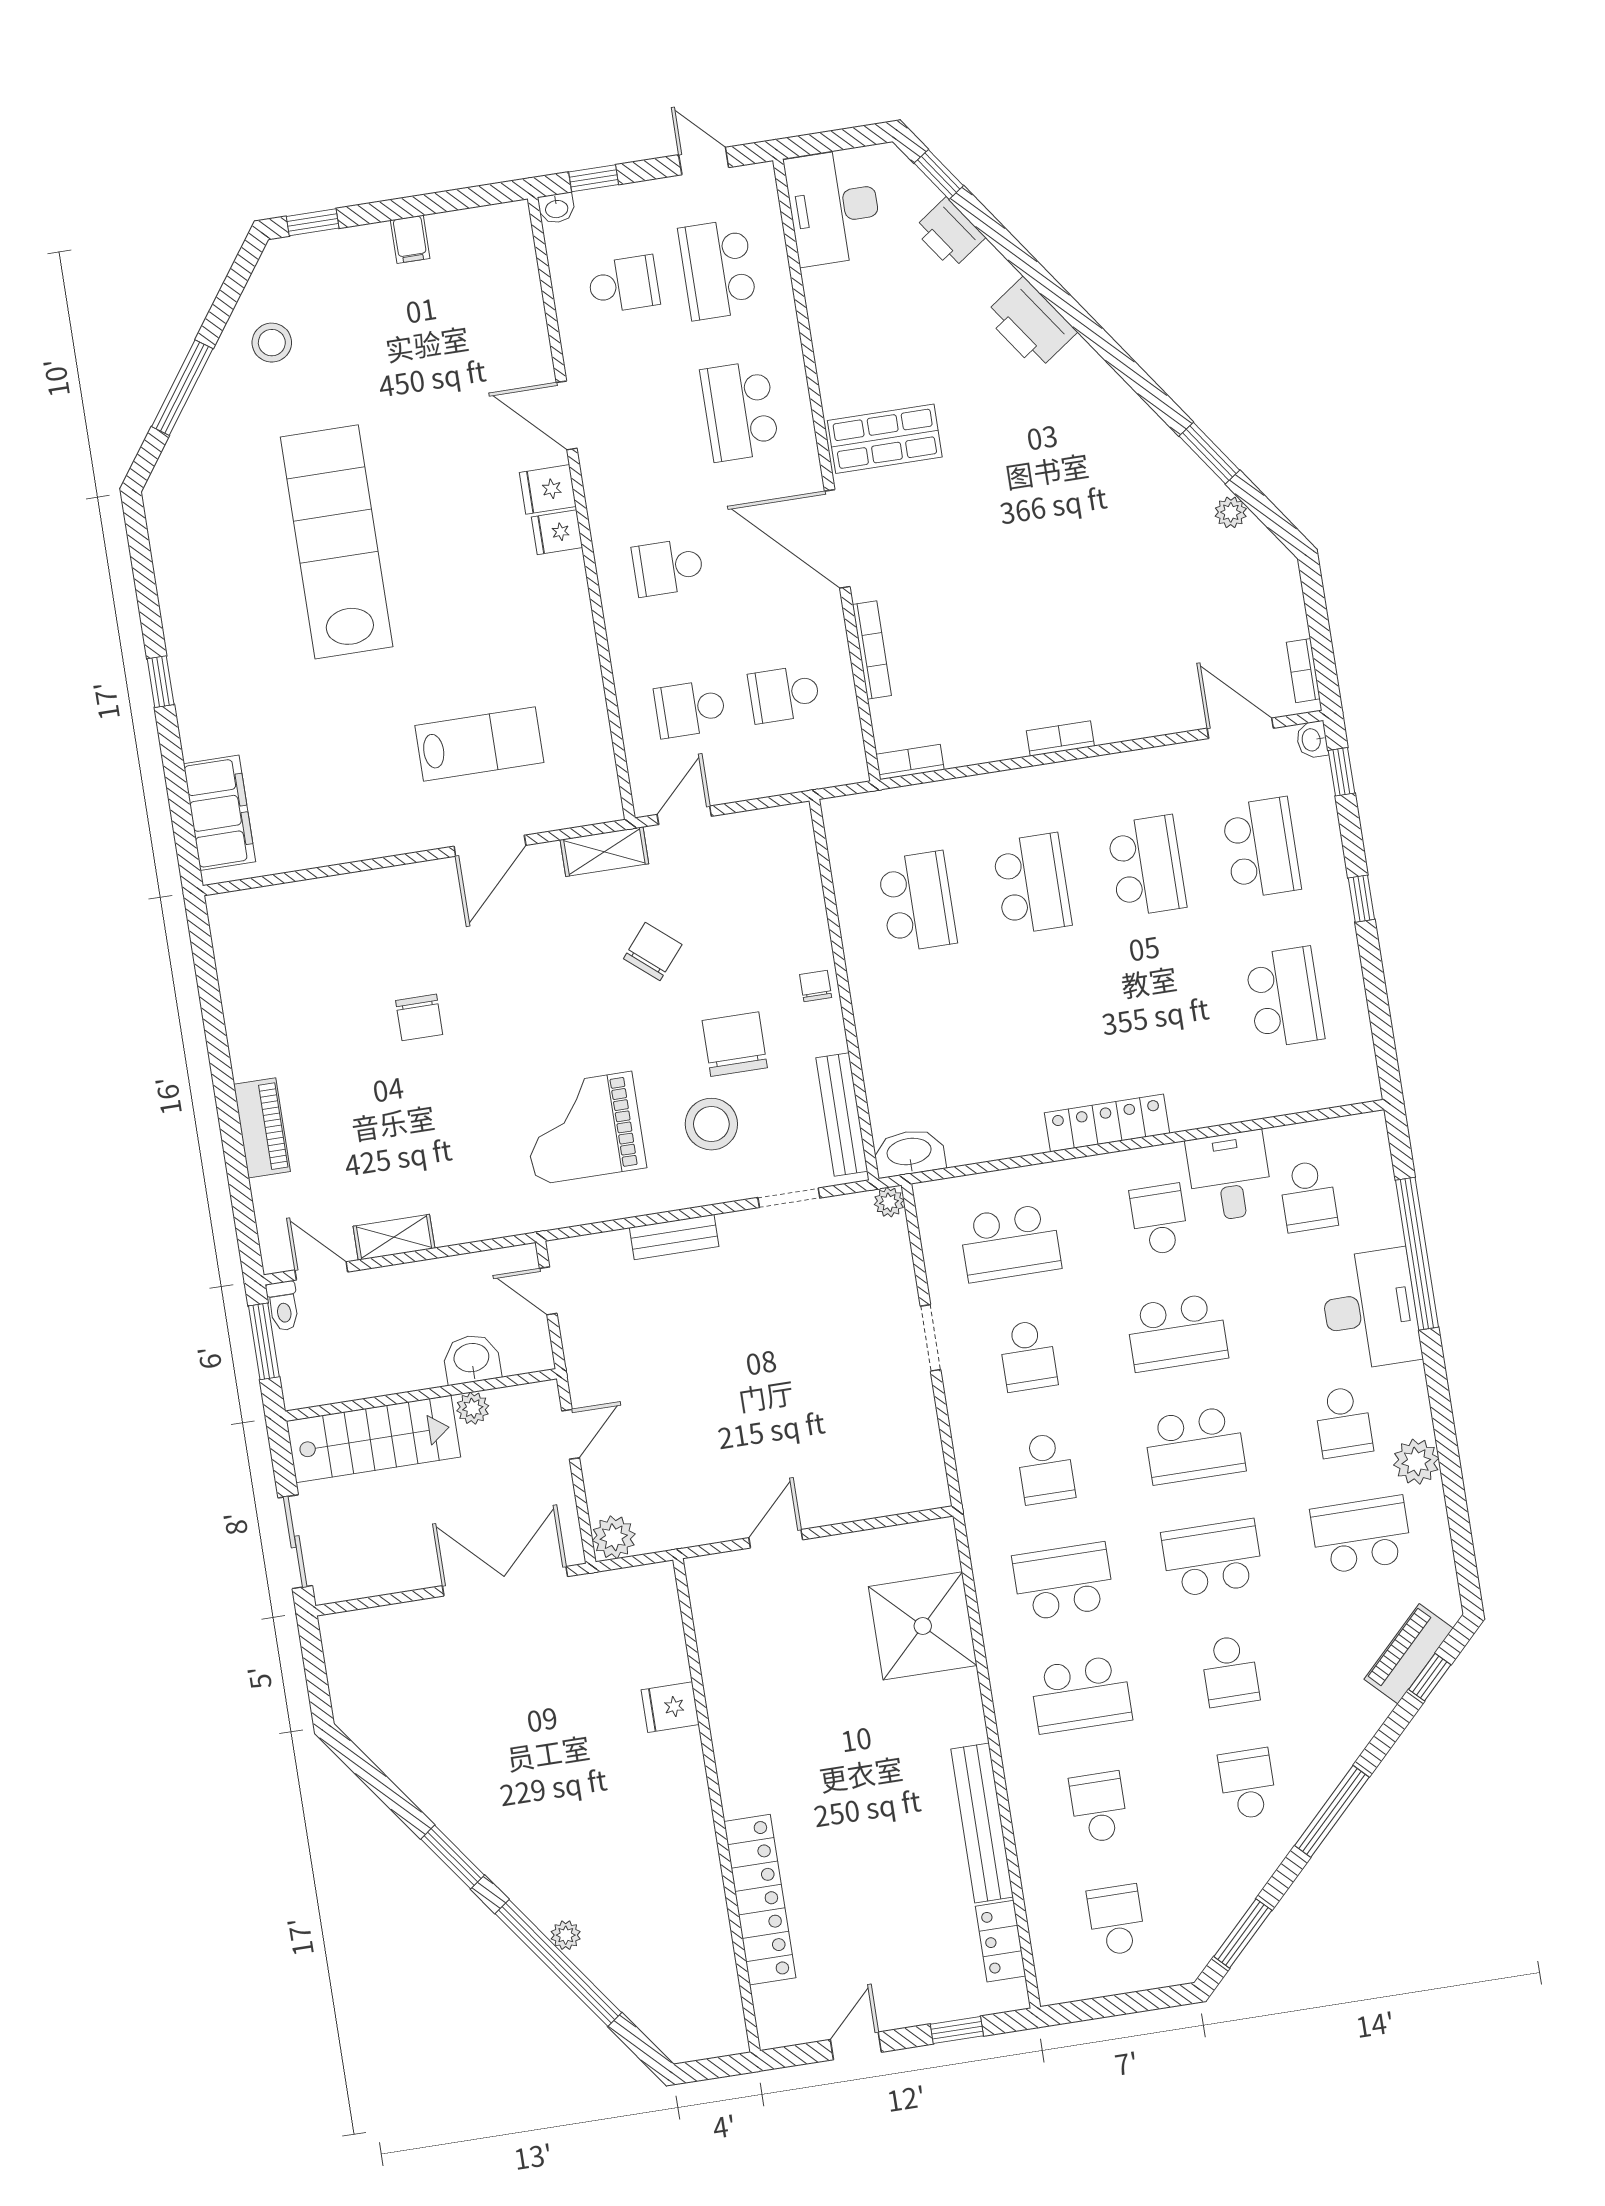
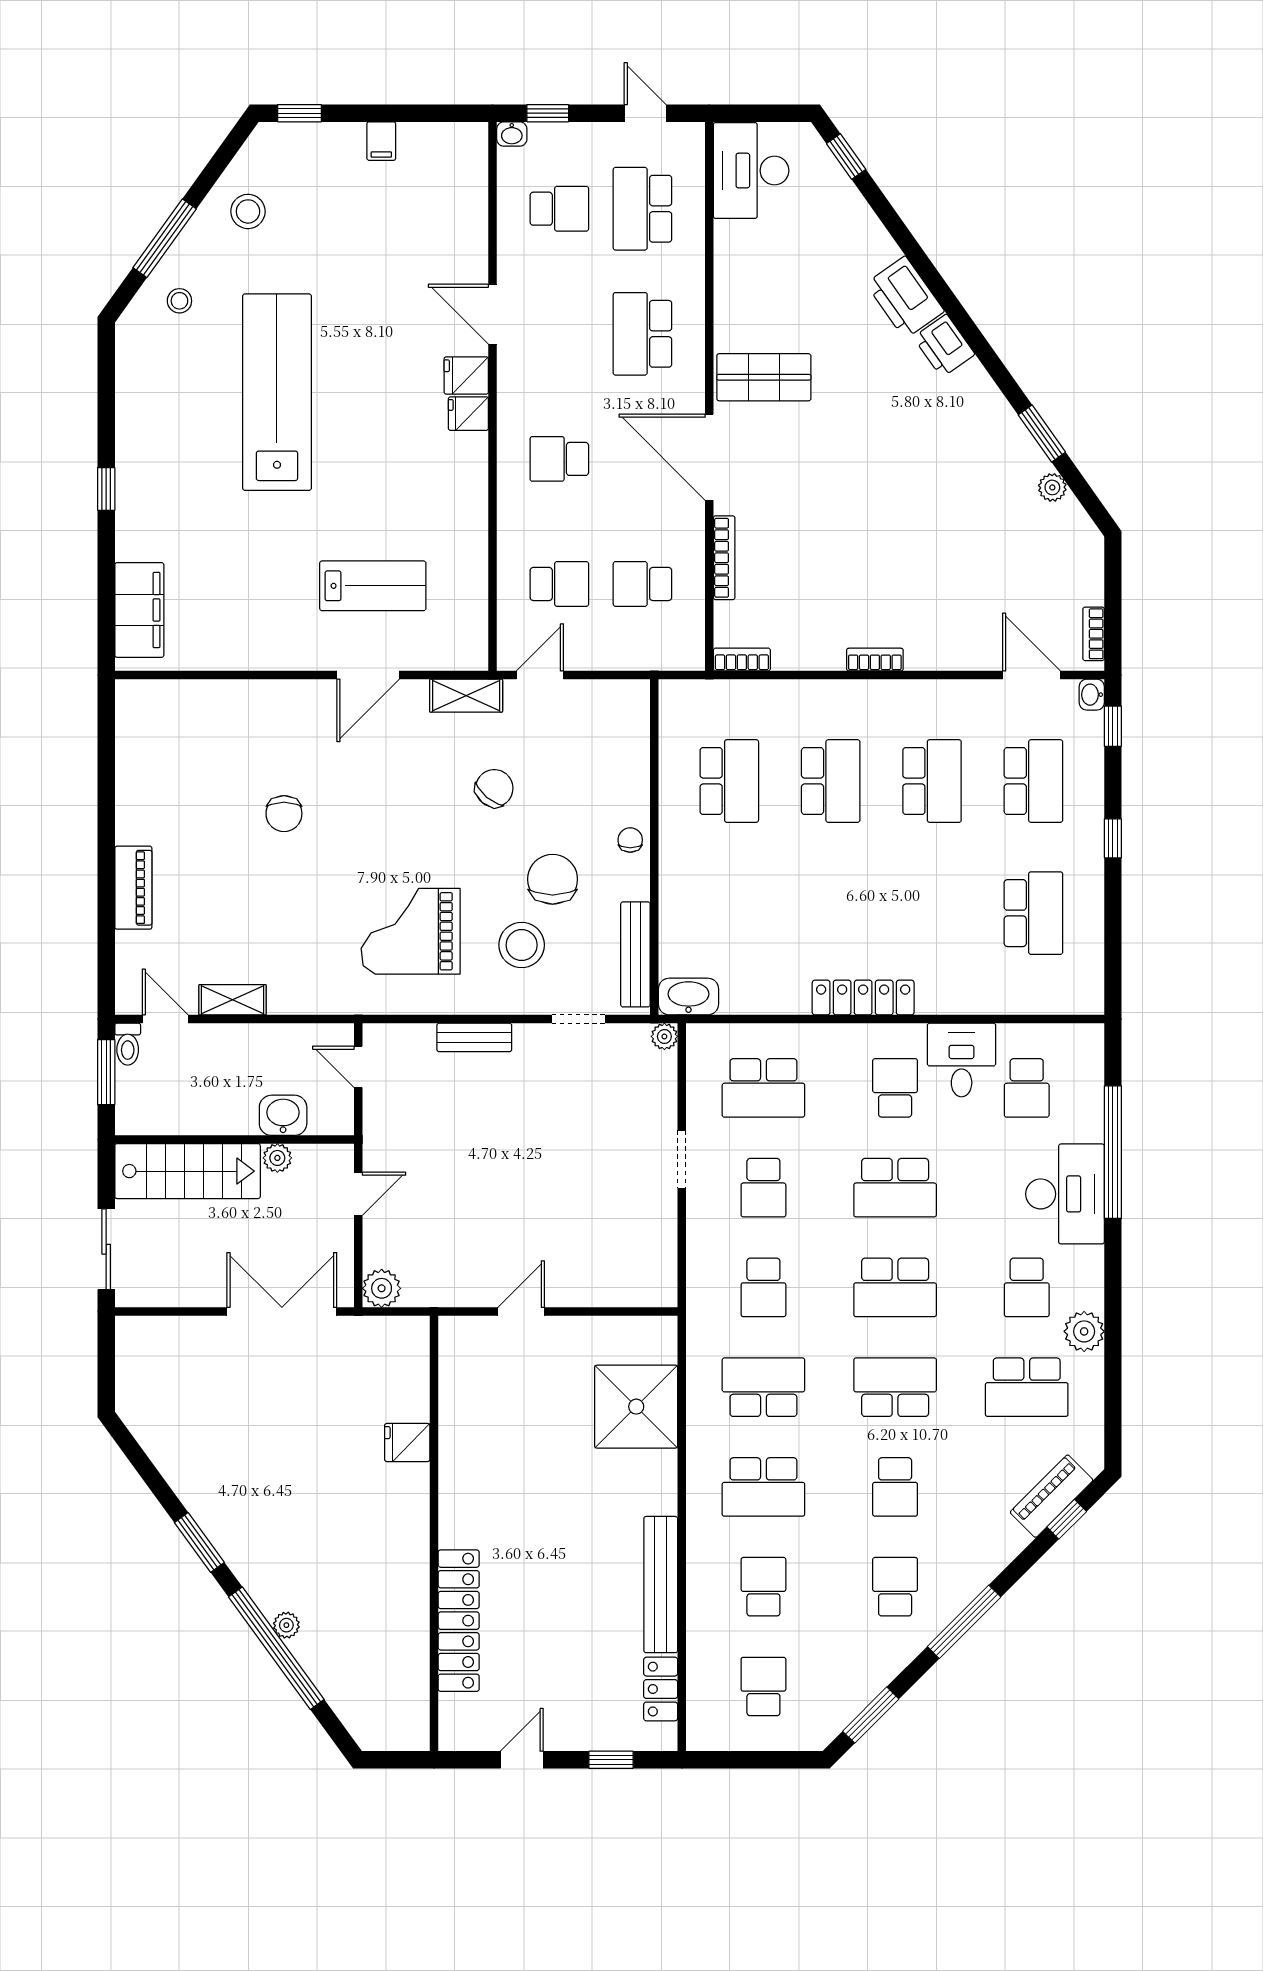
printer: (949, 233) -> (944, 346), moved
stool: (210, 456) -> (179, 301), added
school desk: (690, 709) -> (559, 584), turned 180
school desk: (1361, 1535) -> (1027, 1387), turned 180

